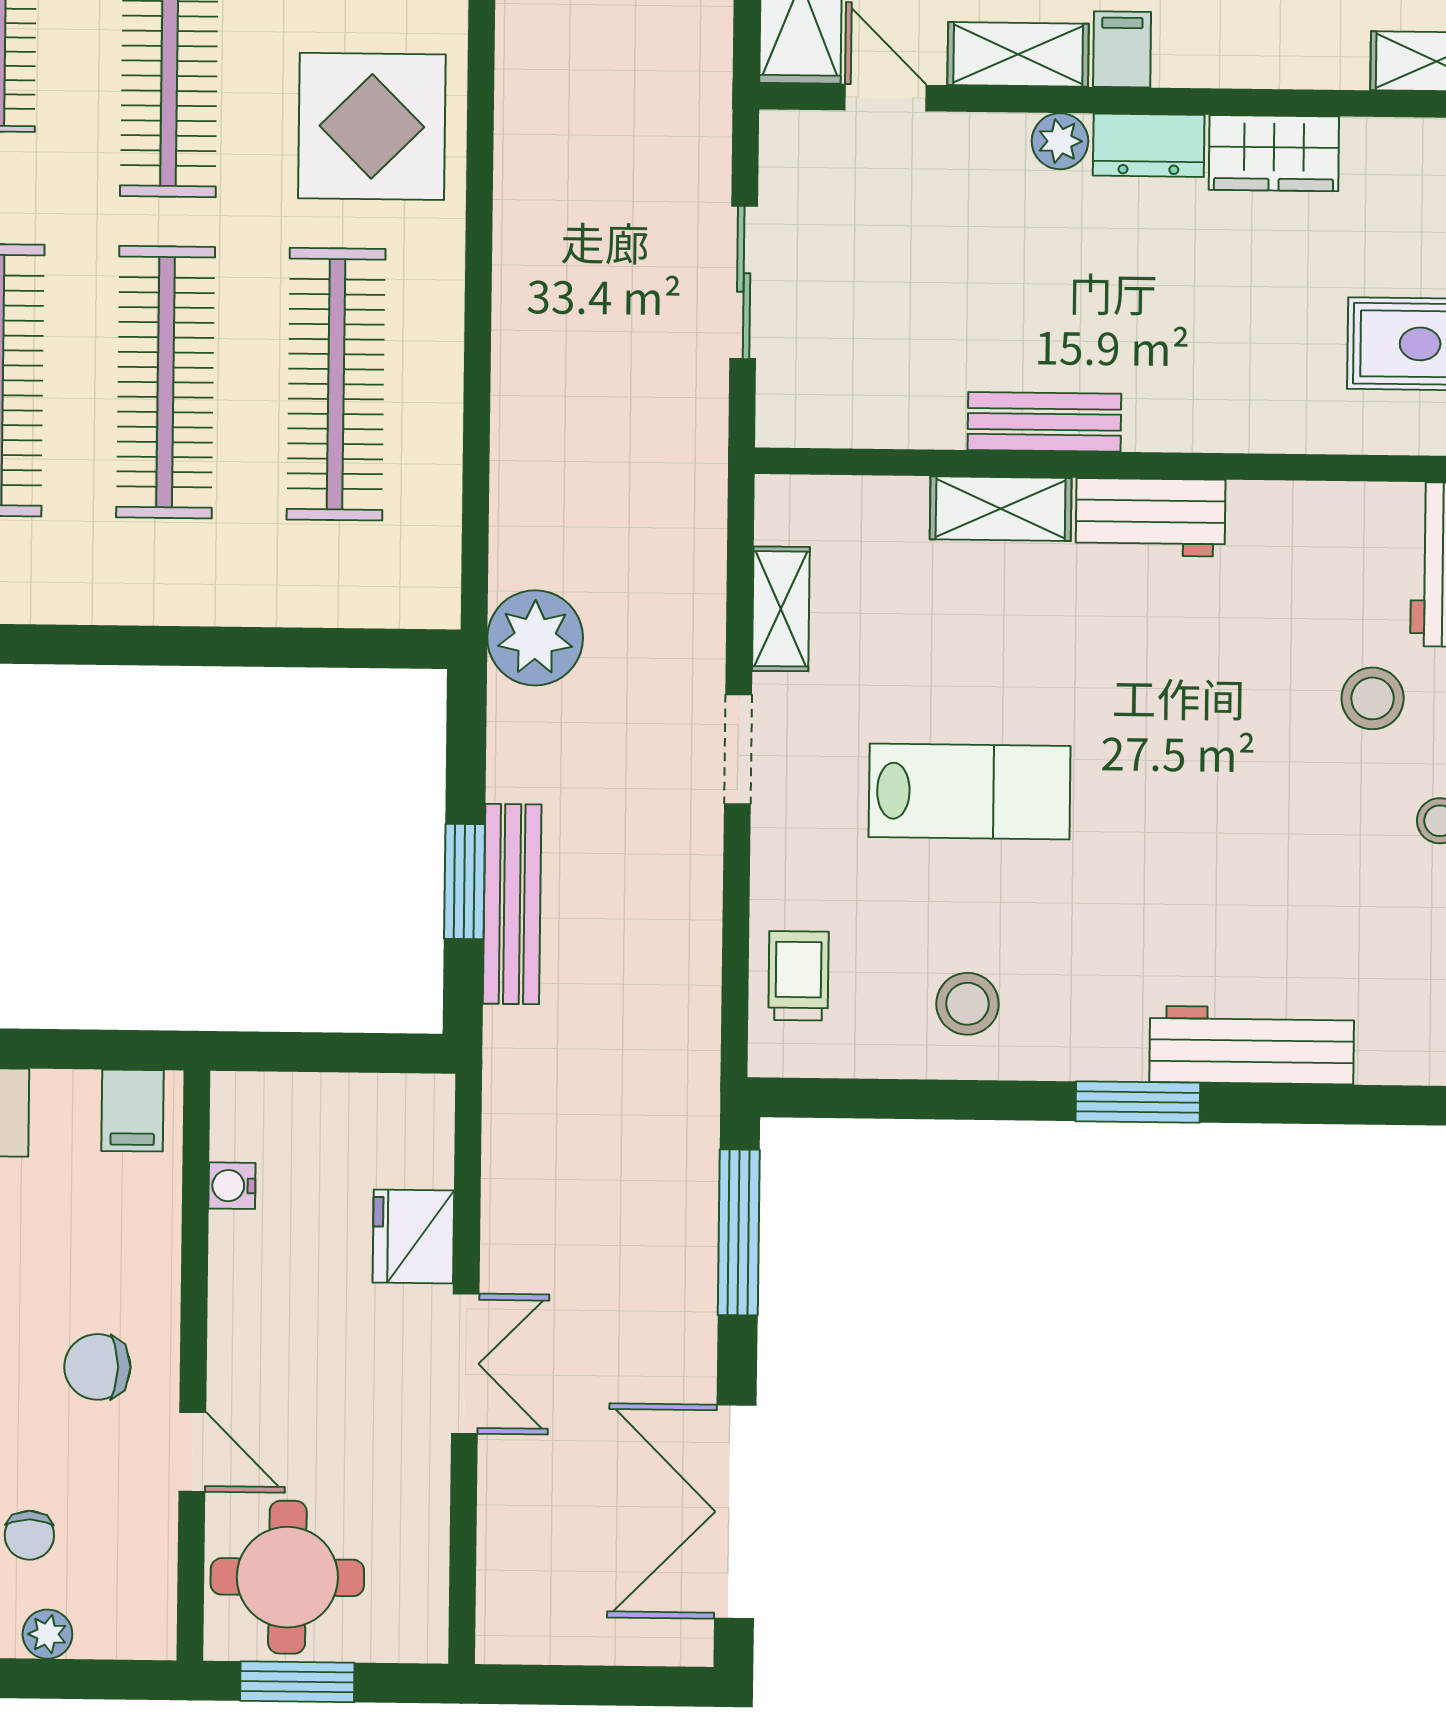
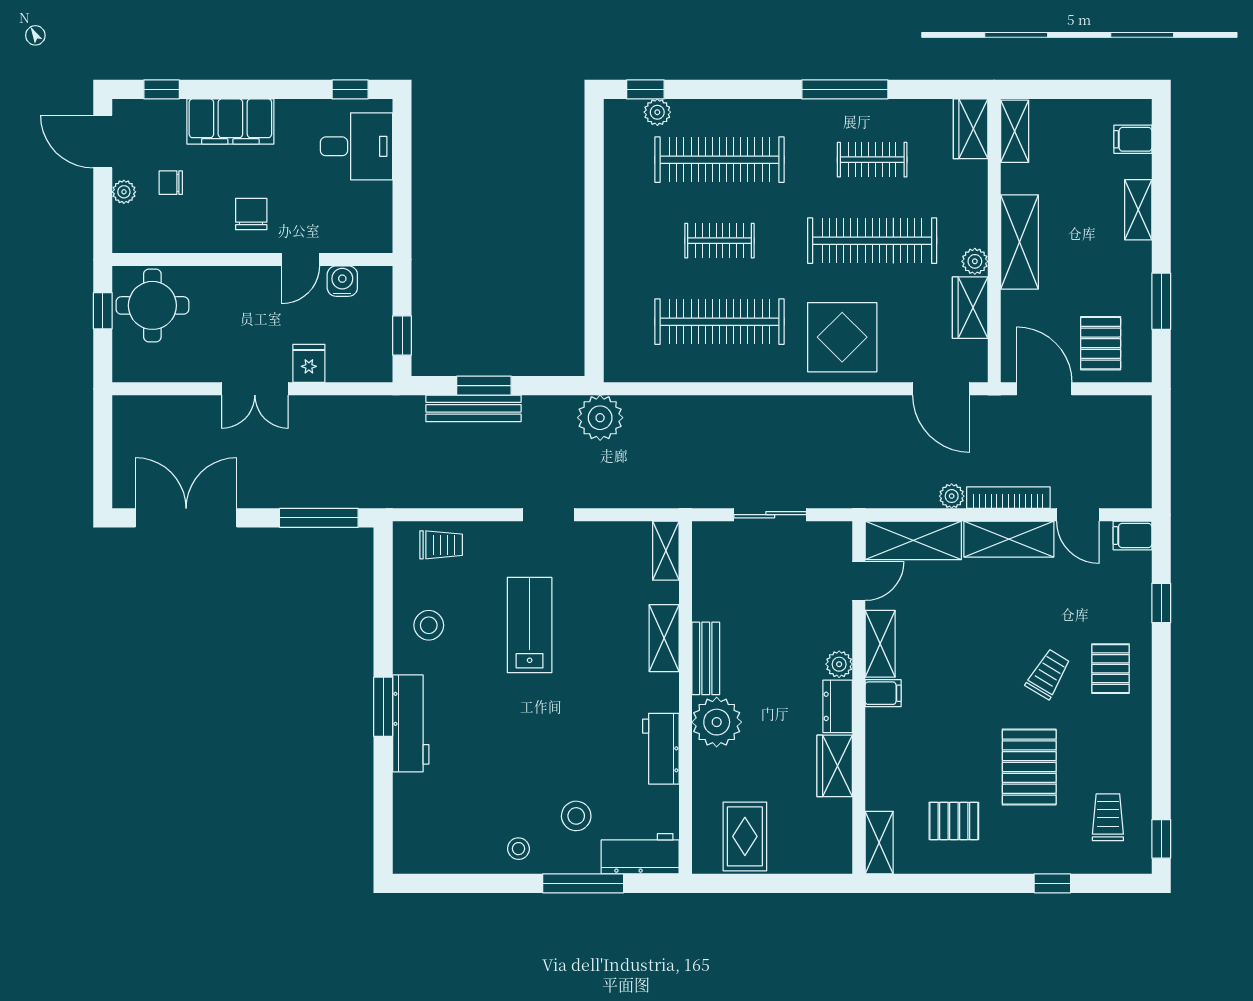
clothes rail: (166, 382) -> (719, 241), width x0.54, depth x0.76
plant: (1179, 400) -> (717, 722), added
workbench: (1151, 517) -> (661, 749), moved
shelving: (781, 609) -> (666, 551), moved, turned 90
lab bench: (970, 792) -> (530, 625), turned 180
workbench: (1252, 1045) -> (411, 723), moved
window: (357, 1053) -> (402, 335), added
filing cabinet: (132, 1111) -> (373, 229), removed
water cooler: (232, 1186) -> (342, 281), width x1.38, depth x1.38
fridge: (413, 1236) -> (309, 363), width x0.72
door: (192, 1452) -> (301, 260), moved
window: (297, 1682) -> (103, 311), width x0.67

